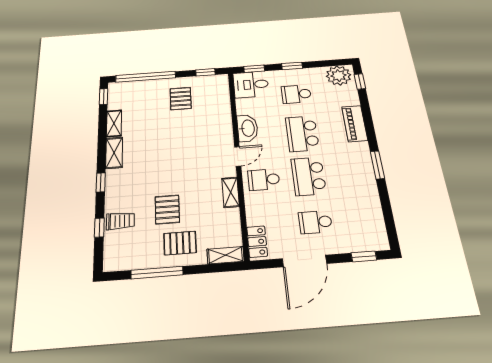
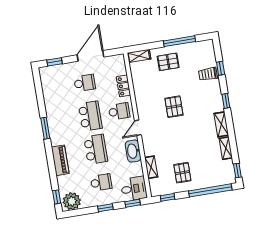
shelving: (231, 192) -> (151, 167), moved
pallet: (167, 209) -> (174, 107), moved
locker: (257, 242) -> (123, 86), moved

